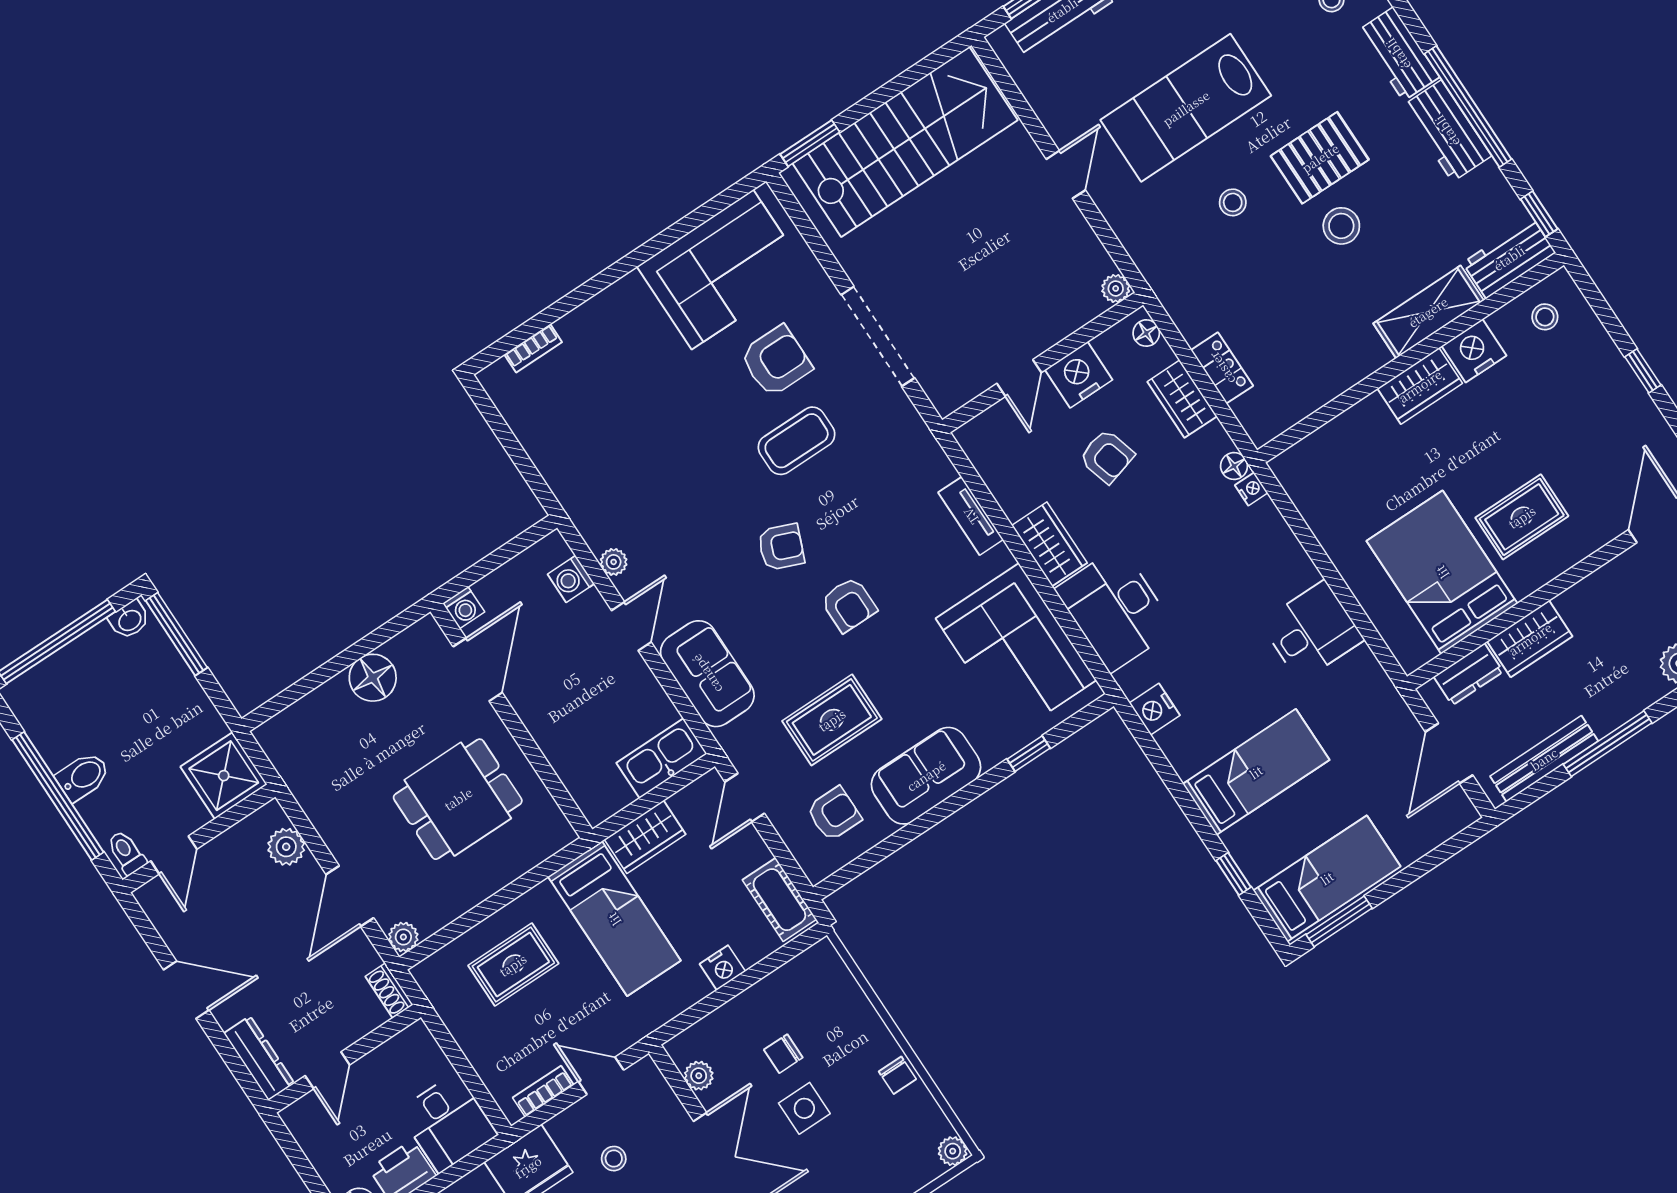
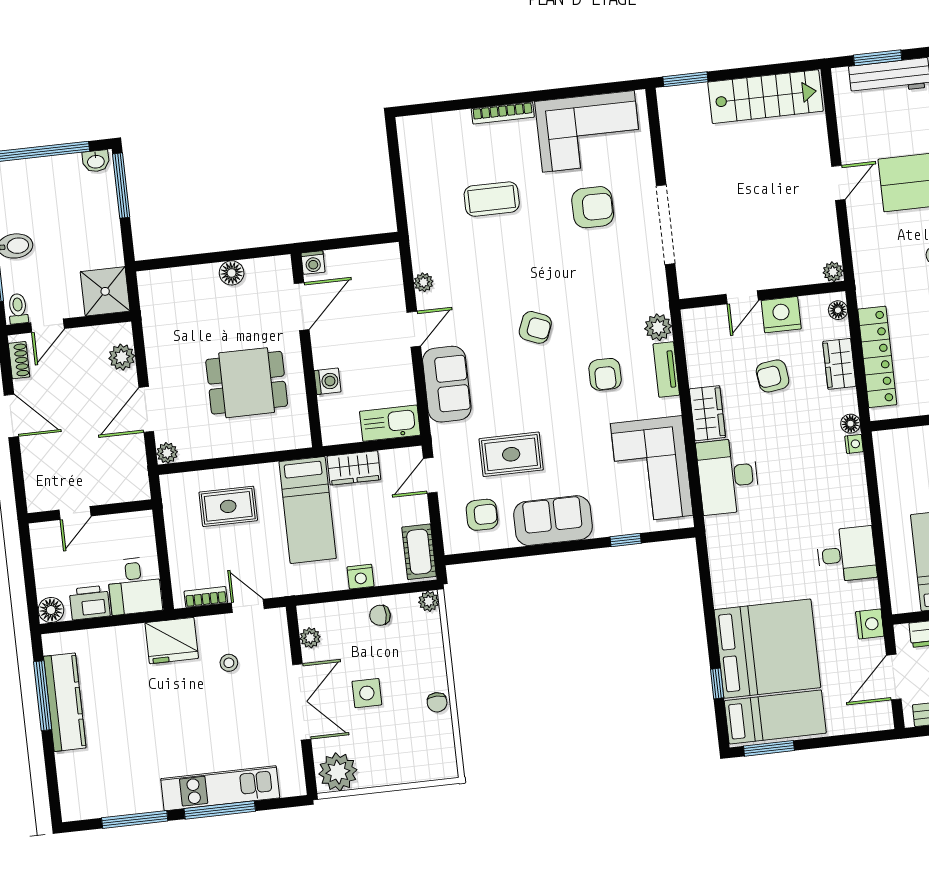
stairs: (905, 142) -> (765, 97), width x0.73, depth x0.66
bookcase: (533, 348) -> (503, 113), moved, width x1.56
locker: (1222, 368) -> (877, 357), width x2.16, depth x1.21
coffee table: (797, 441) -> (492, 199), moved
armchair: (1107, 456) -> (773, 376), turned 98
plant: (934, 469) -> (658, 327), added
washing machine: (571, 579) -> (328, 381), moved, turned 180
armchair: (849, 605) -> (605, 374), moved
floor lamp: (373, 678) -> (232, 273), width x0.73, depth x0.73
nightstand: (1155, 709) -> (870, 624), moved, turned 180
bed: (1256, 772) -> (767, 649), width x2.04
shoe rack: (389, 991) -> (19, 360), moved, turned 180
chair: (783, 1054) -> (380, 615), moved
dresser: (259, 1058) -> (35, 483), removed
plant: (953, 1151) -> (429, 601), moved

